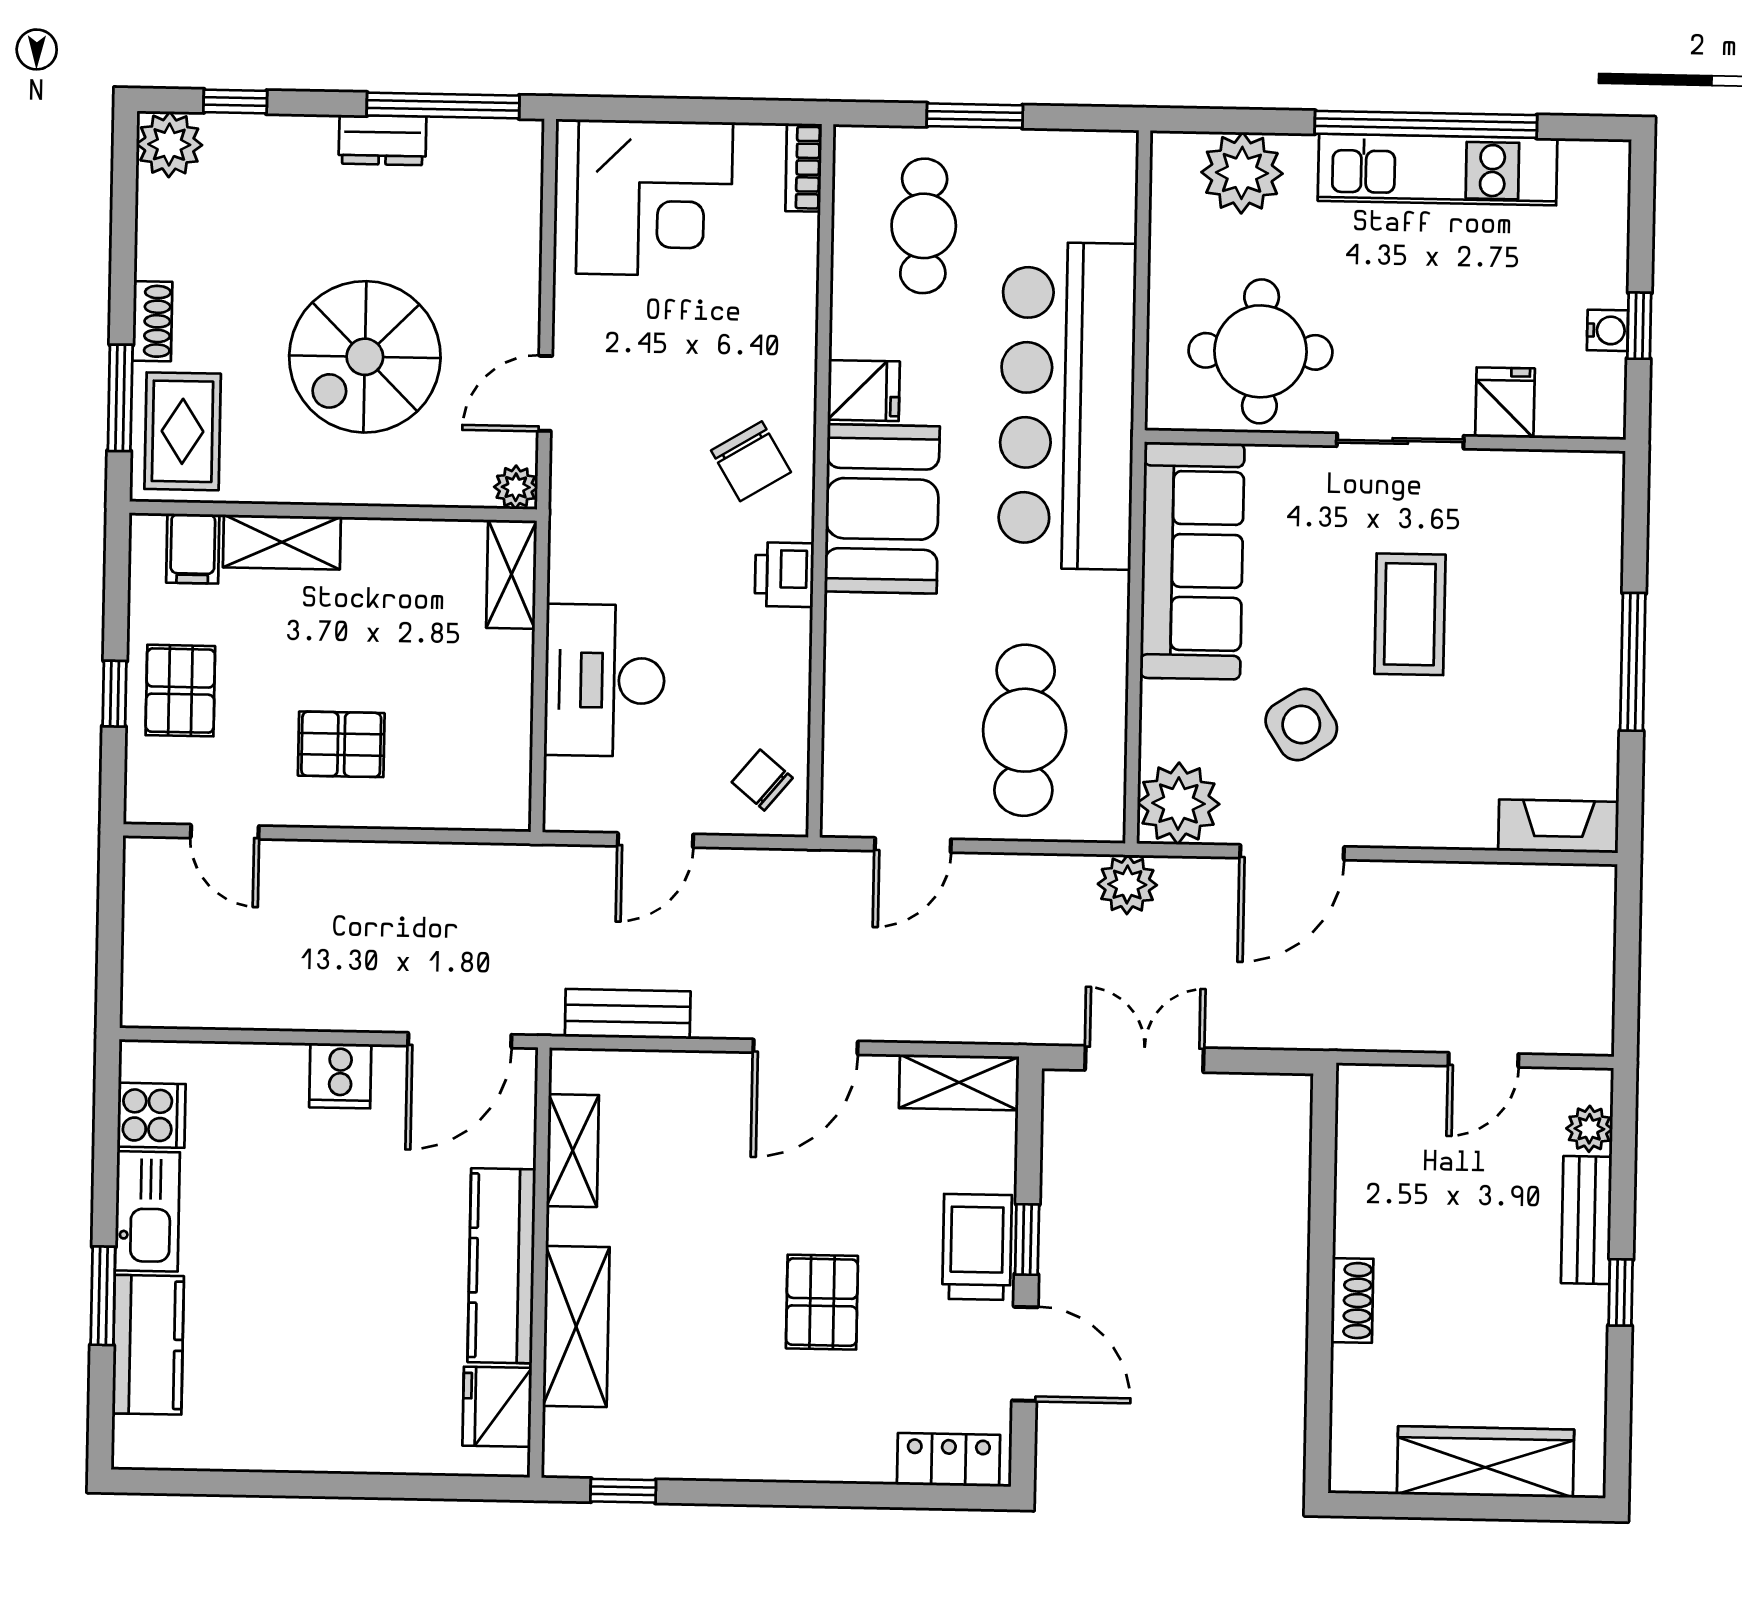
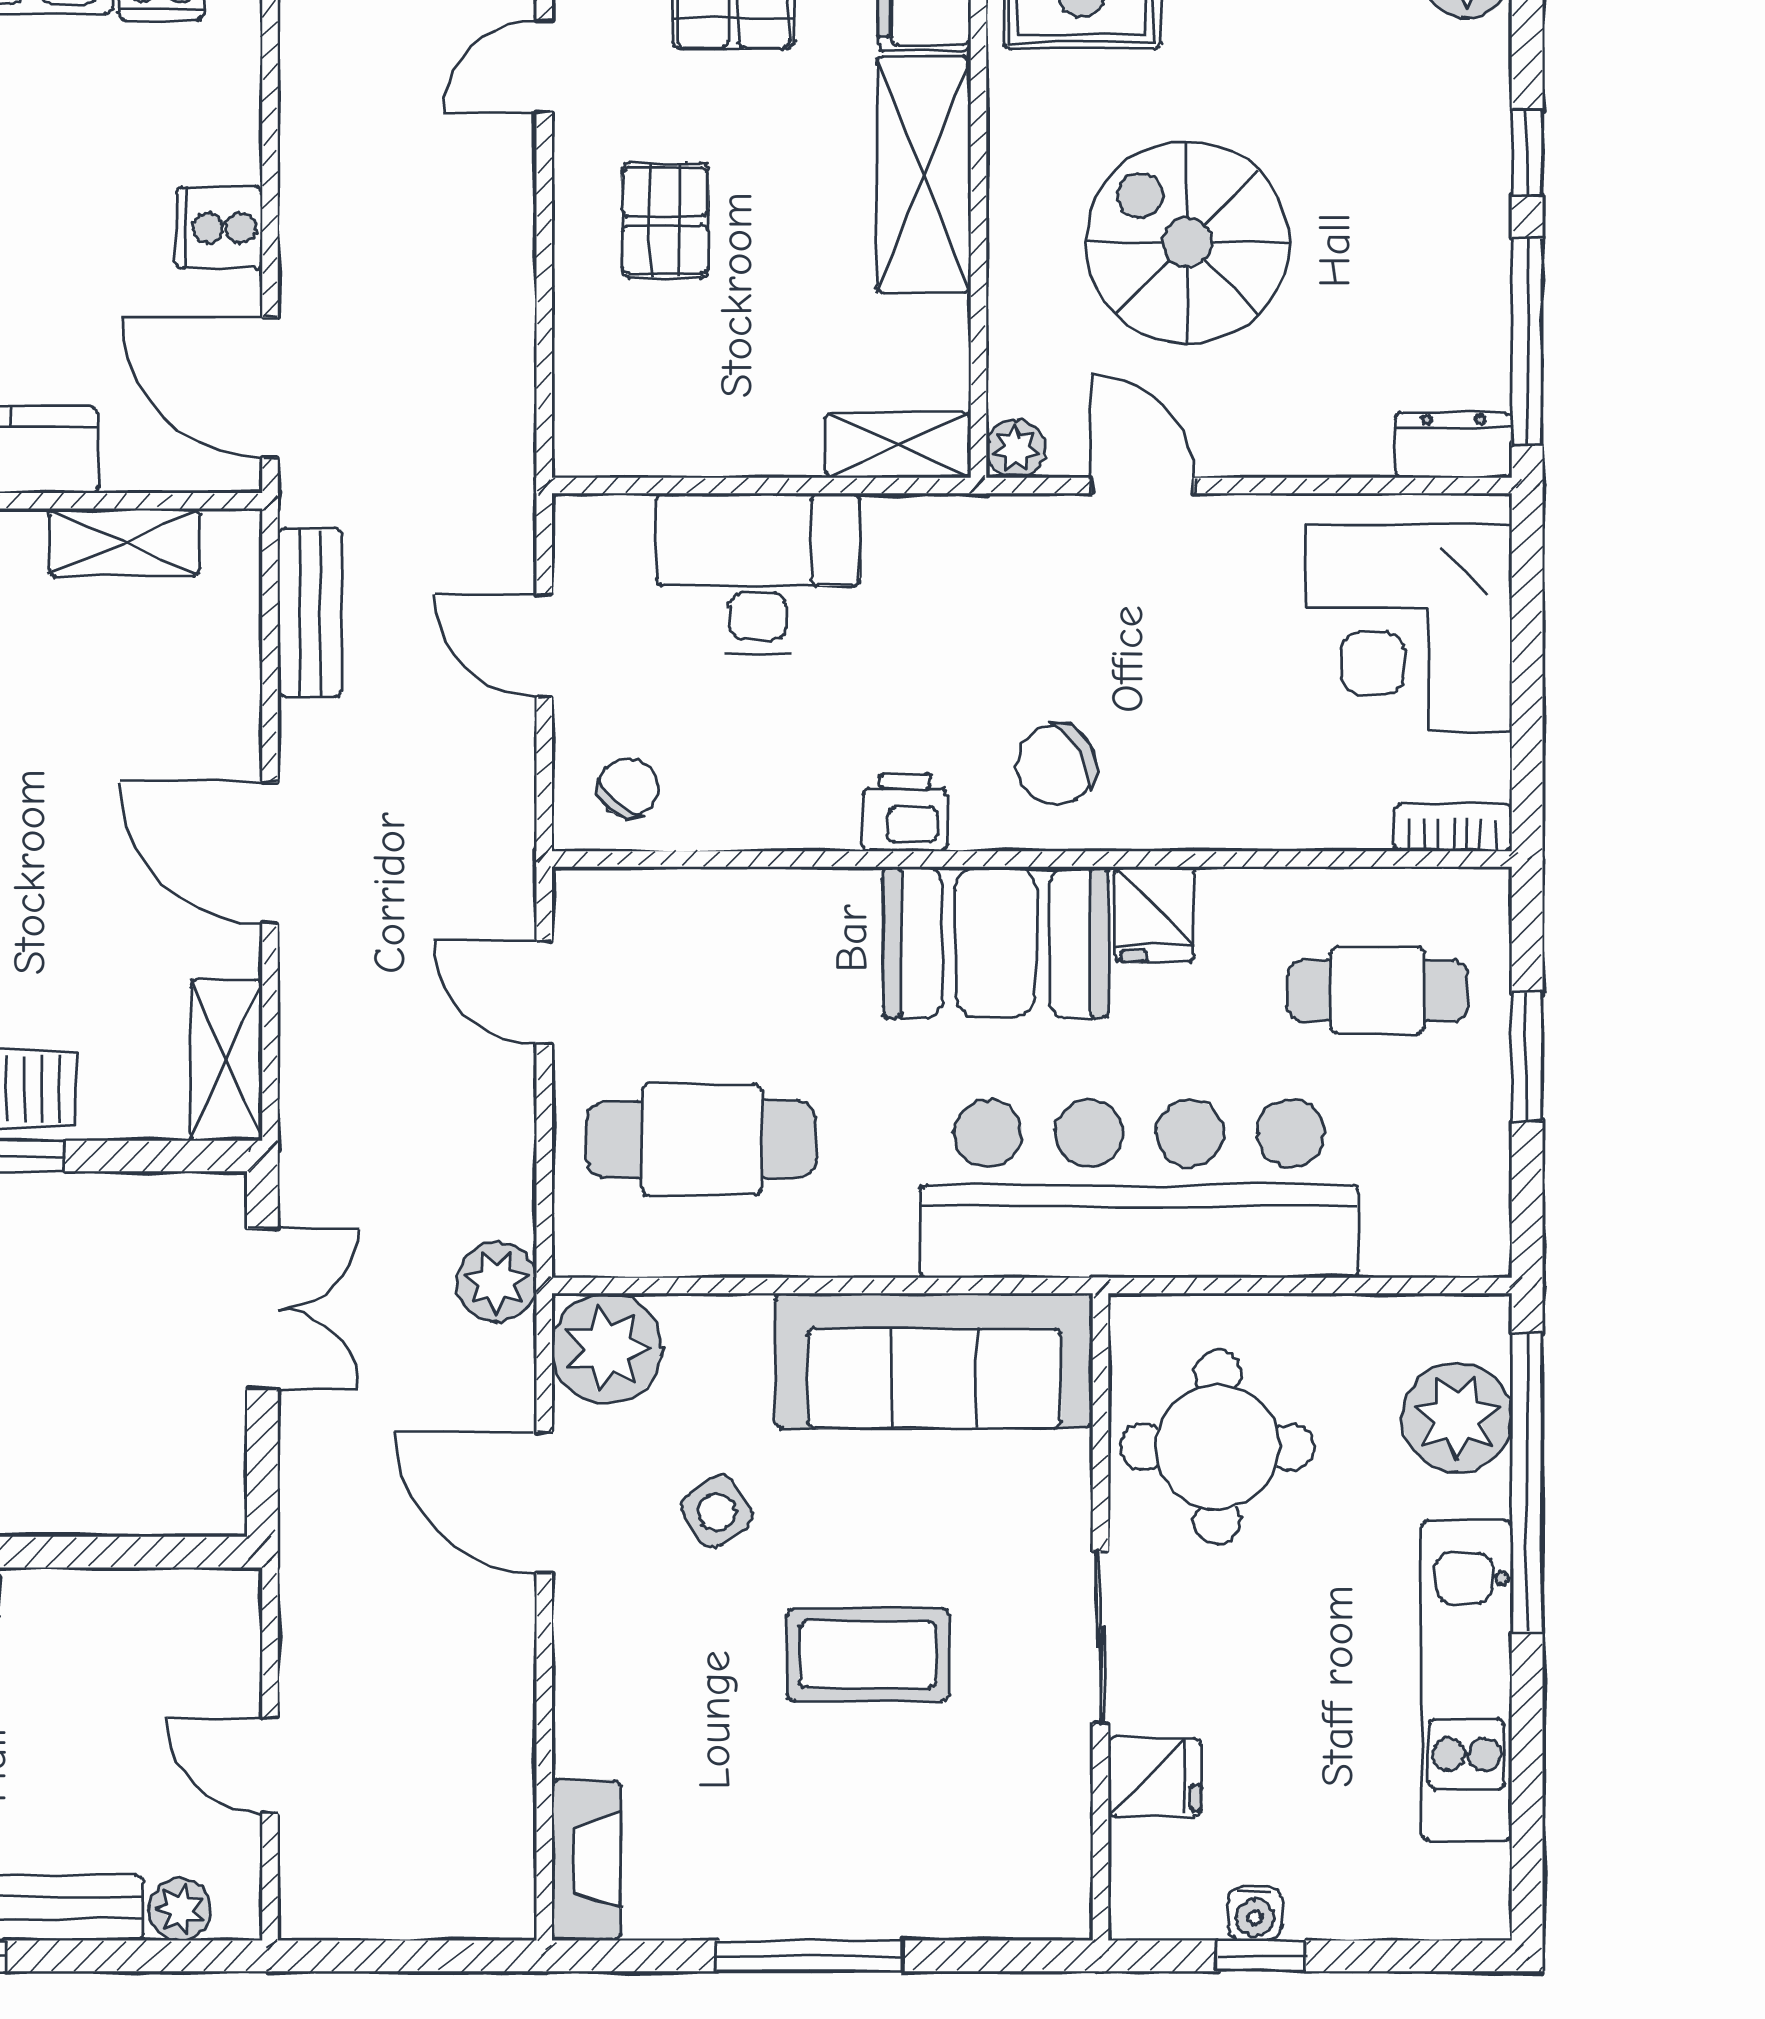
window: (235, 101) -> (1527, 153), moved
window: (1426, 124) -> (1527, 1483), moved
dresser: (382, 140) -> (1453, 445), moved, turned 90
shelving: (282, 542) -> (924, 175), width x1.50, depth x1.33
side table: (1301, 724) -> (716, 1512), width x0.73, depth x0.73

